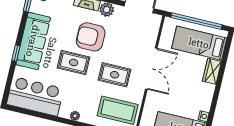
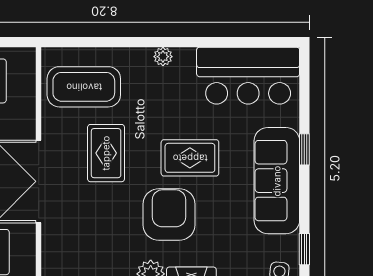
armchair: (91, 37) -> (169, 215), turned -90
rug: (115, 75) -> (106, 153), turned 90

